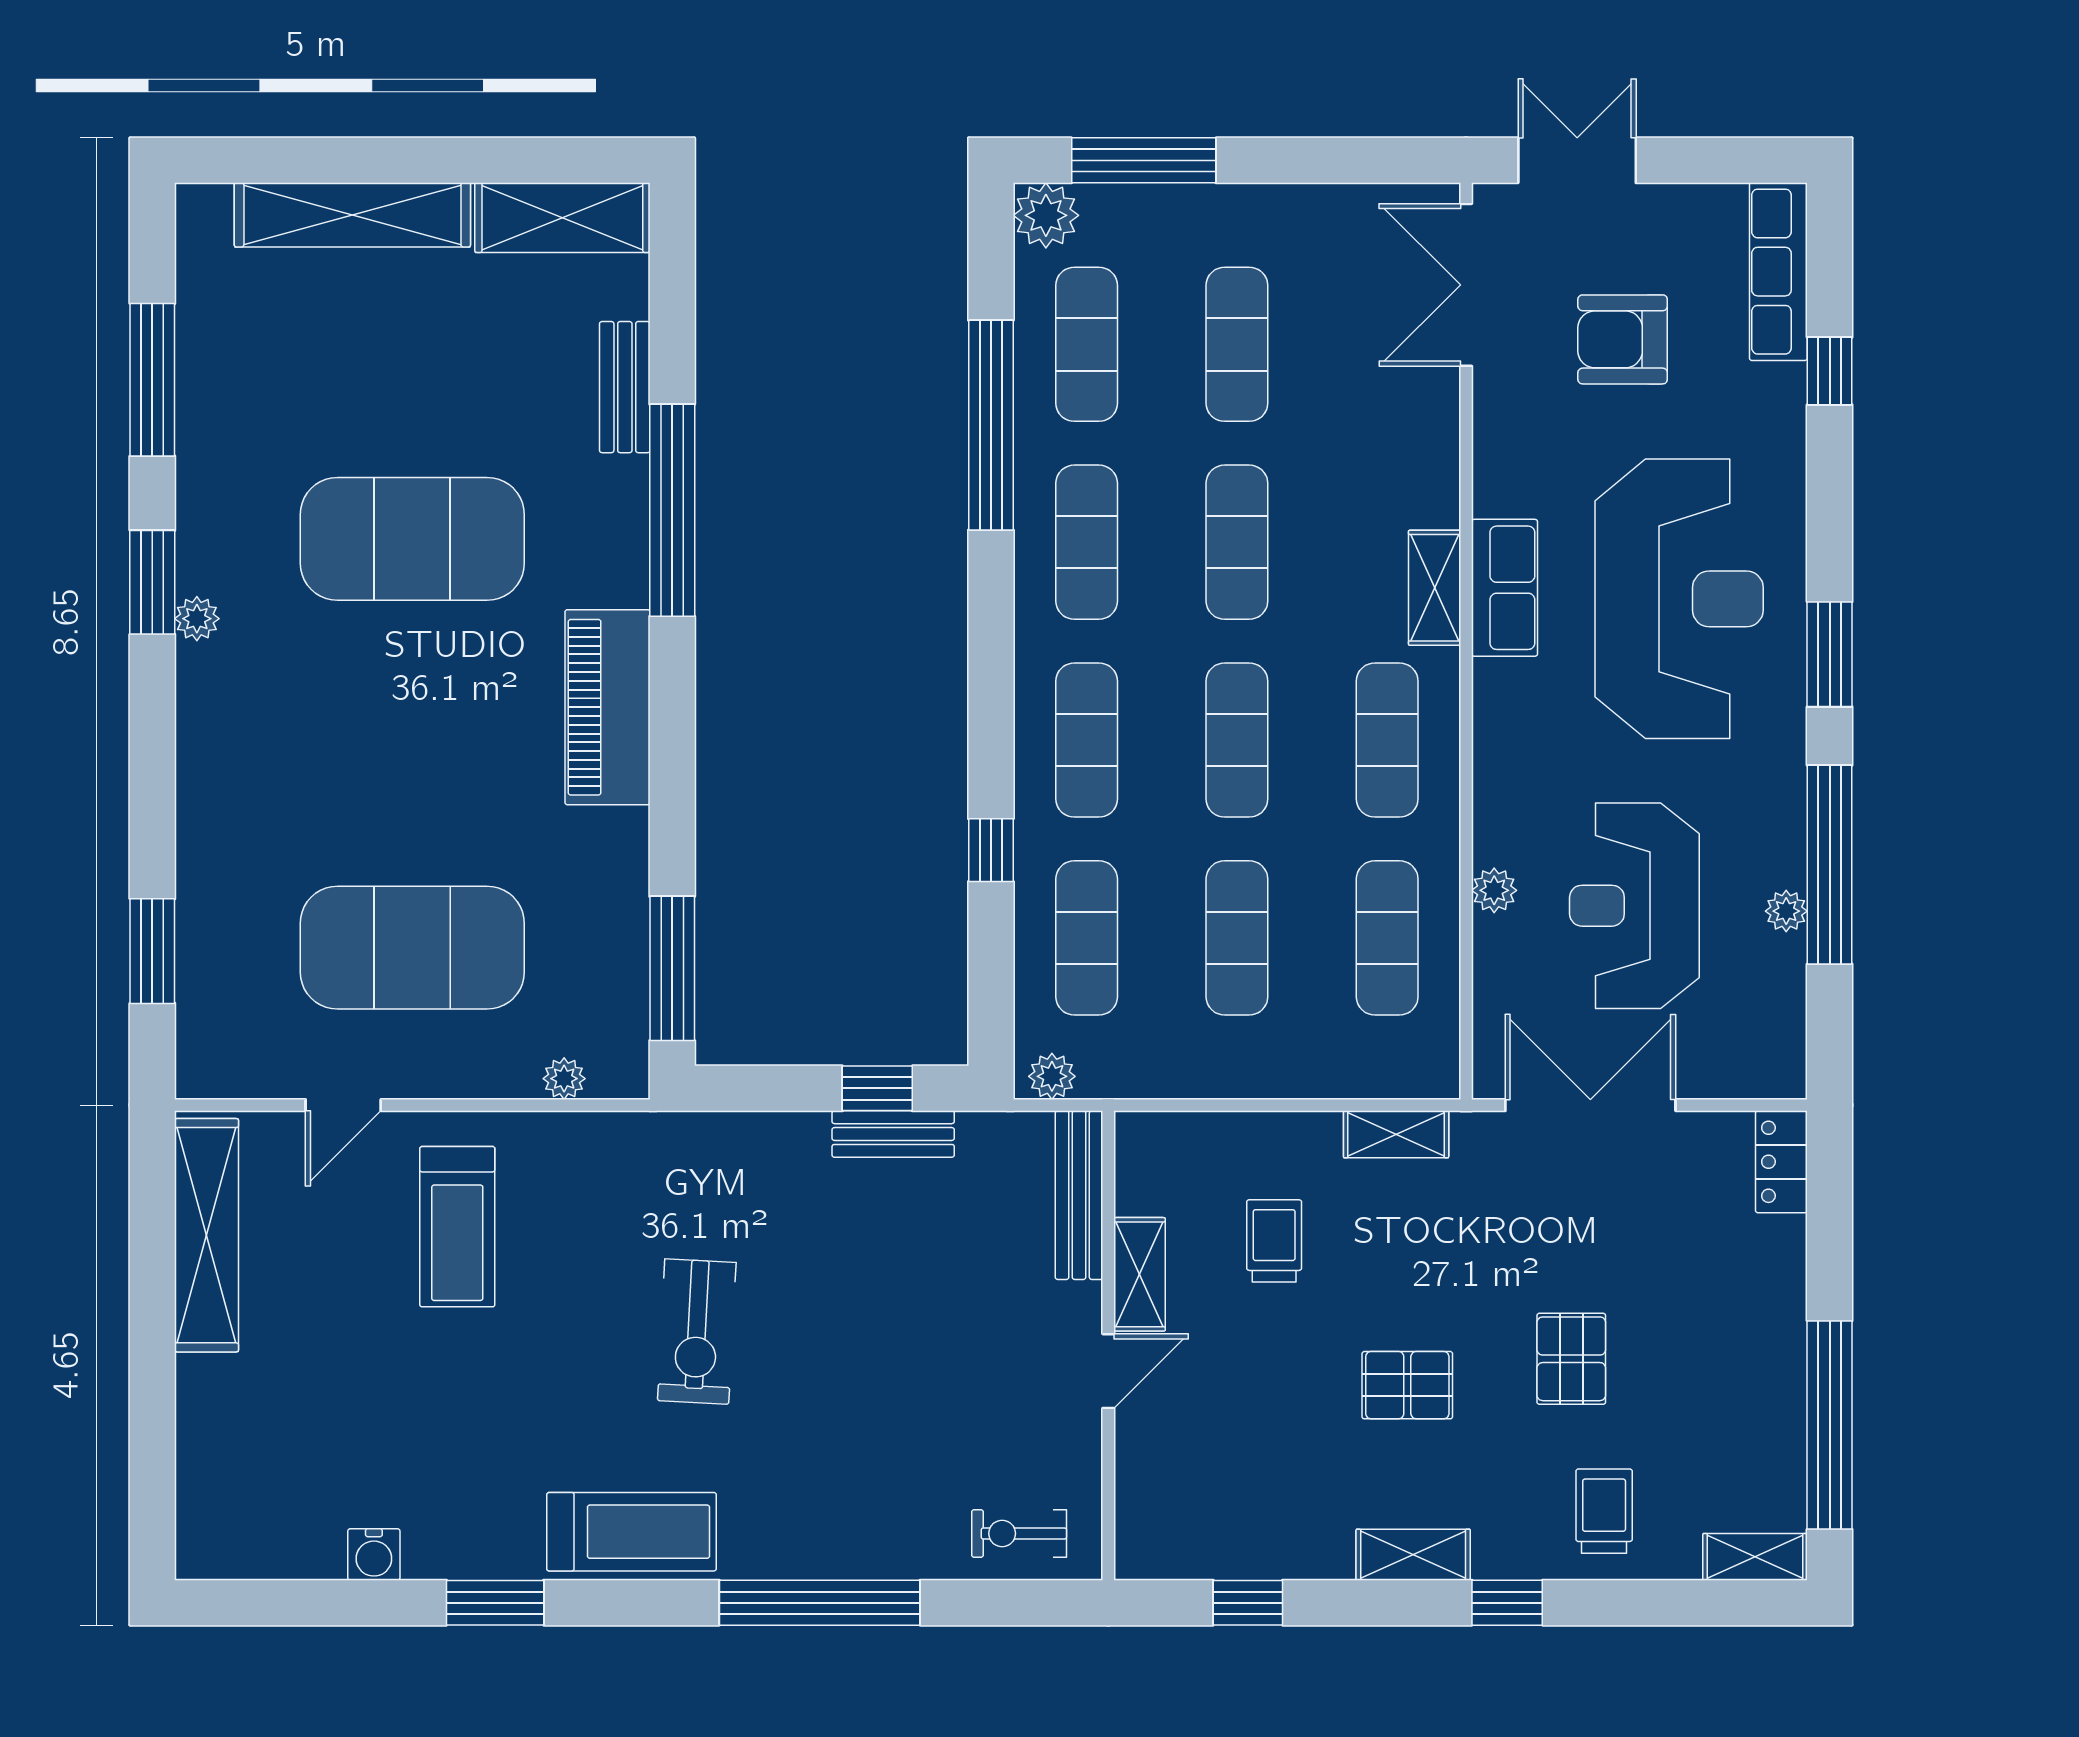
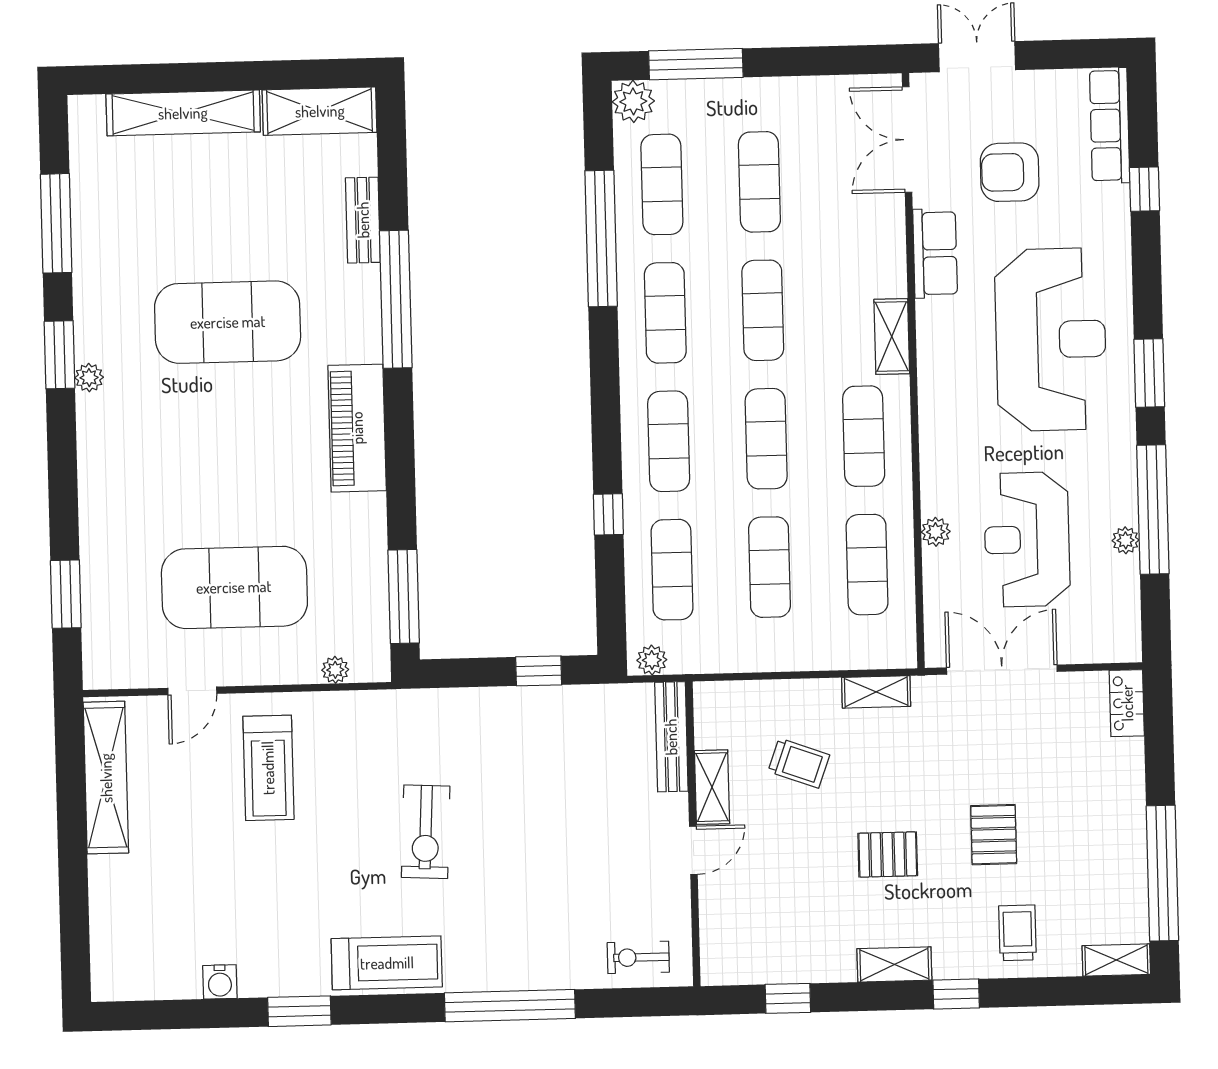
row of seats: (1505, 588) -> (935, 253), moved
bench: (893, 1134) -> (550, 700), removed
trolley: (1274, 1241) -> (799, 763), turned 110

